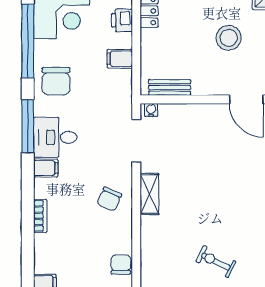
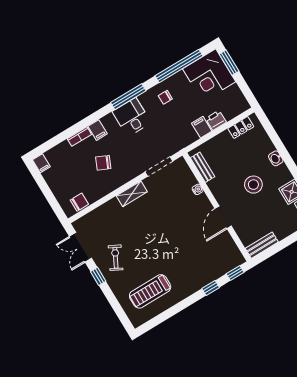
printer: (122, 20) -> (216, 120), moved
chair: (56, 81) -> (165, 97), width x0.54, depth x0.54
water cooler: (151, 110) -> (198, 189), moved
filing cabinet: (46, 168) -> (98, 130), moved
chair: (109, 199) -> (103, 163), moved

